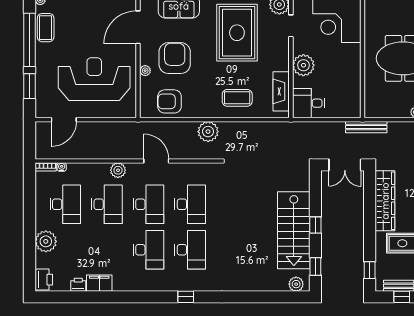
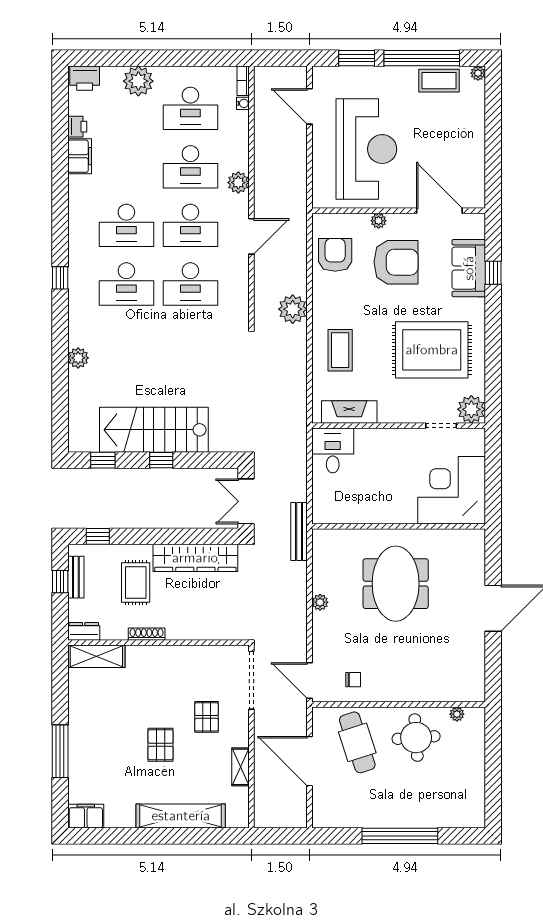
plant: (303, 65) -> (386, 443), removed
plant: (296, 284) -> (78, 358), moved

